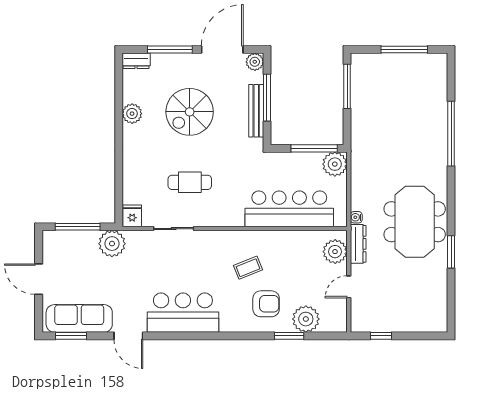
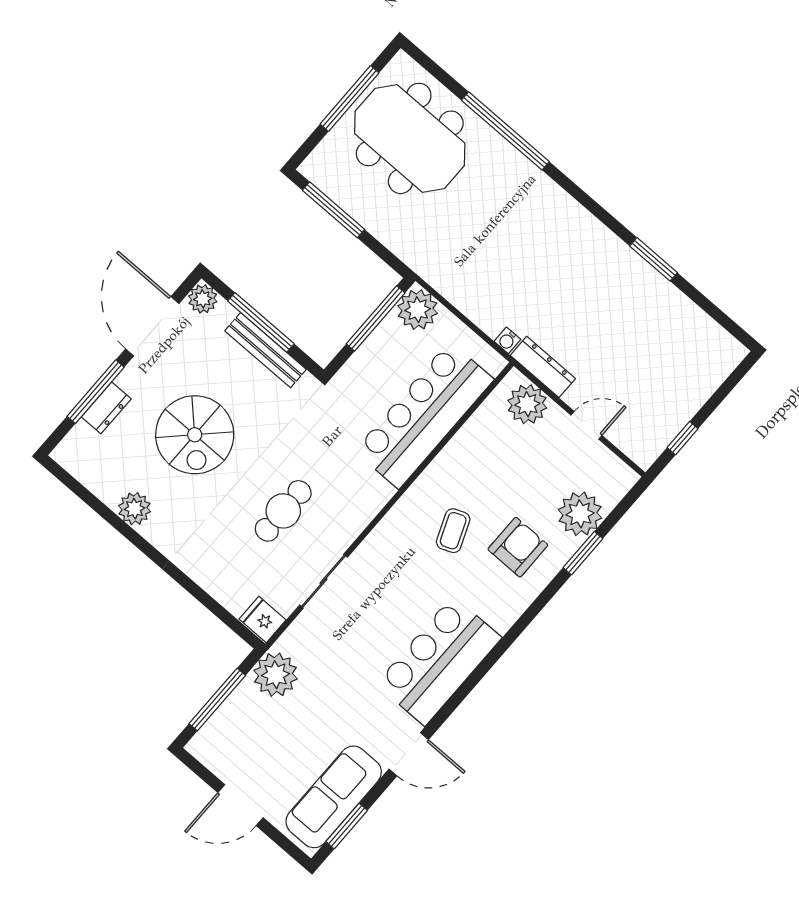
dresser: (136, 61) -> (106, 408), moved
meeting table: (415, 222) -> (410, 138), moved
door: (349, 287) -> (586, 425), swing flipped

